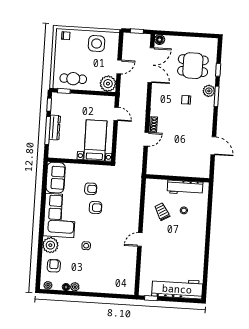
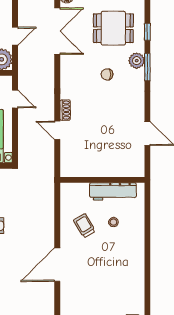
door: (146, 139) -> (57, 130), swing flipped
door: (140, 240) -> (57, 265), width x1.88

